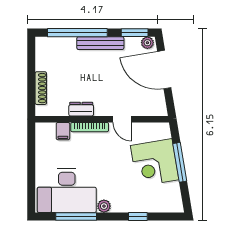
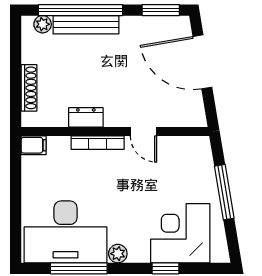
bench: (100, 43) -> (86, 25), moved
plant: (147, 43) -> (43, 24), moved
filing cabinet: (63, 131) -> (34, 145), moved, turned -90
corner desk: (155, 163) -> (180, 233), moved, turned 99

